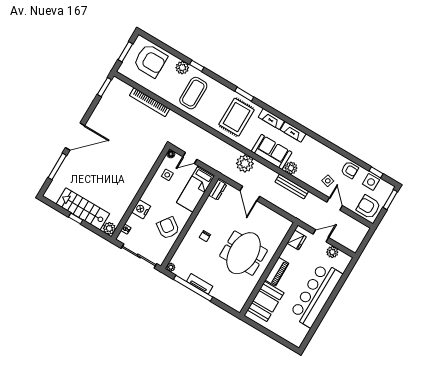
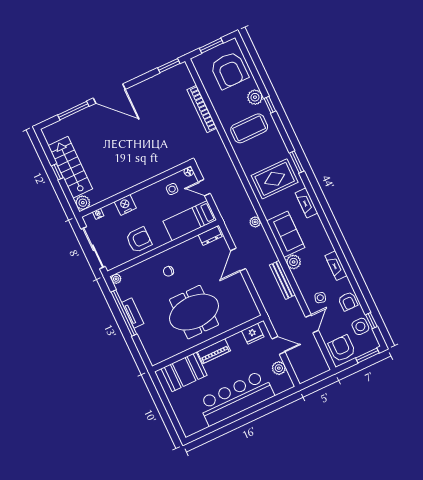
fireplace: (293, 132) -> (336, 266), moved
plant: (245, 164) -> (255, 222), width x0.53, depth x0.53
armchair: (168, 228) -> (139, 240), turned 55

